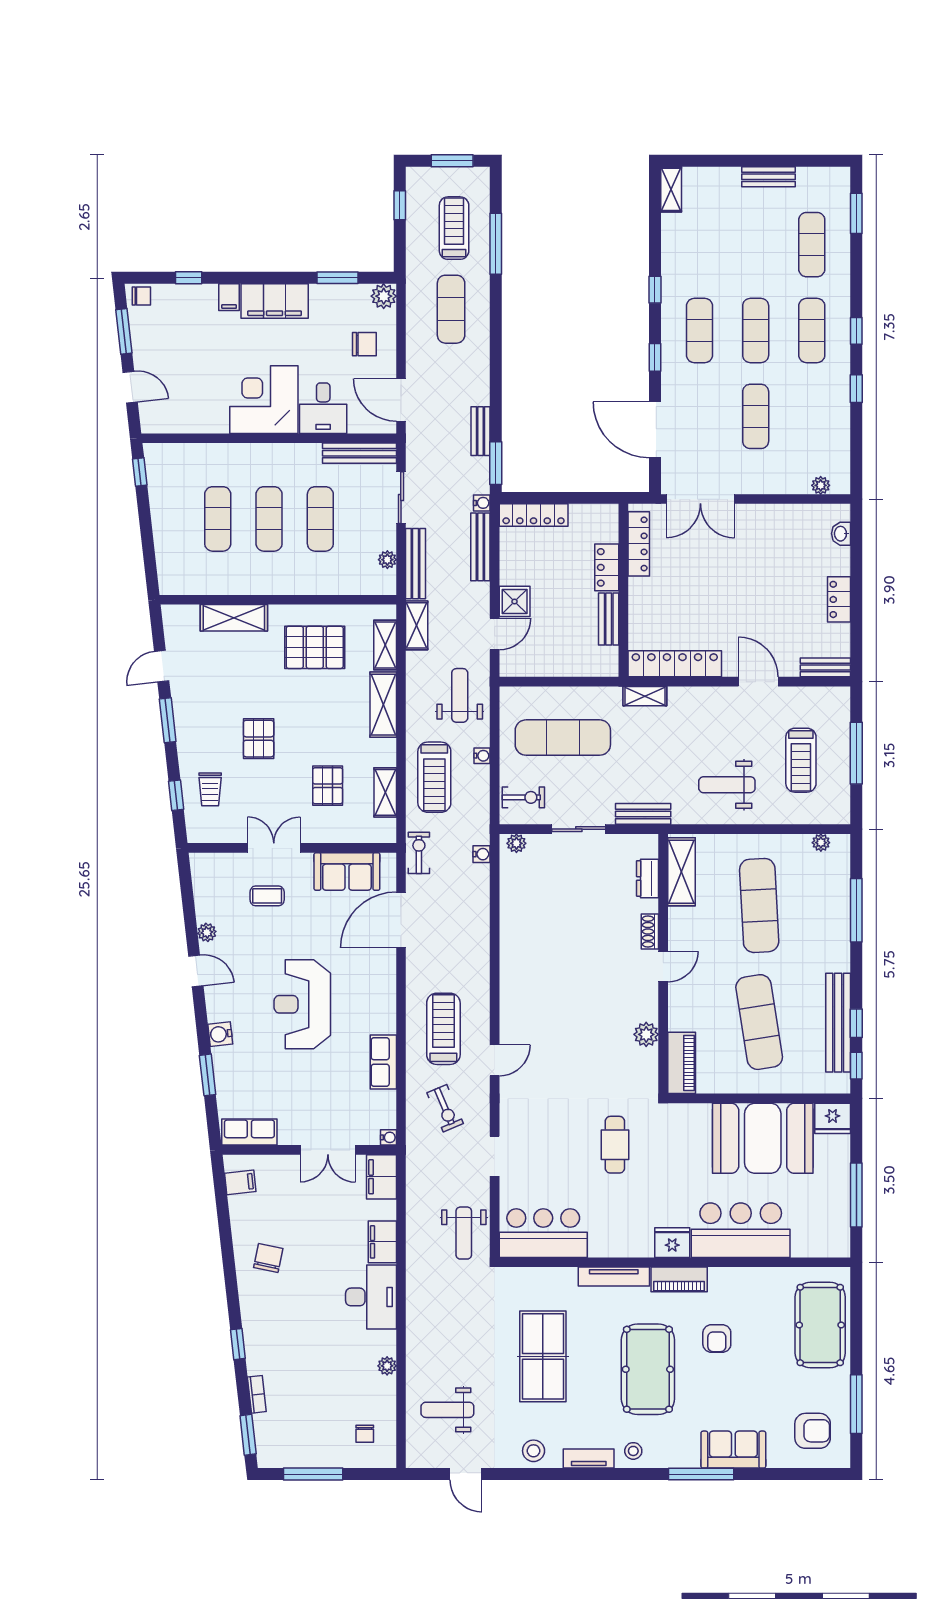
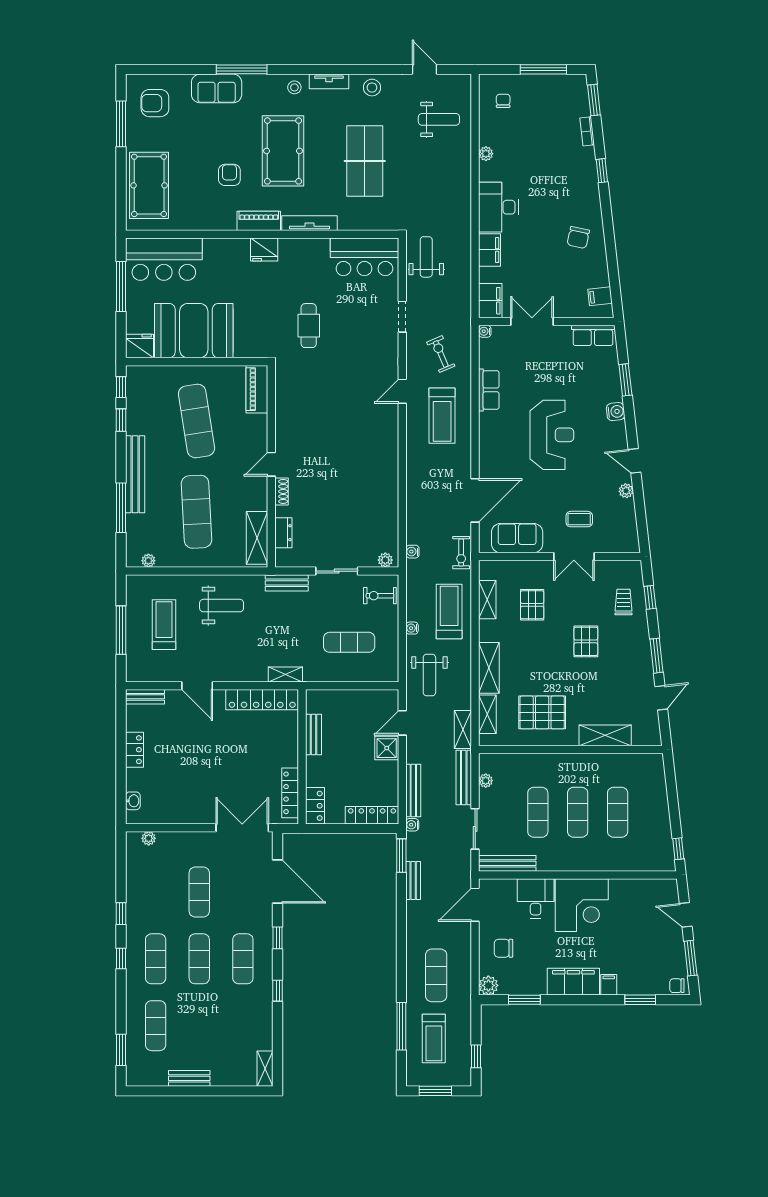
window: (189, 278) -> (640, 1000), width x1.50
door: (401, 400) -> (475, 905), swing flipped
locker: (607, 567) -> (315, 806), moved
exercise mat: (563, 738) -> (349, 642), width x0.73, depth x0.69
bench: (838, 1023) -> (135, 474), moved
plant: (646, 1034) -> (284, 411), removed
bar counter: (741, 1230) -> (164, 259), moved

